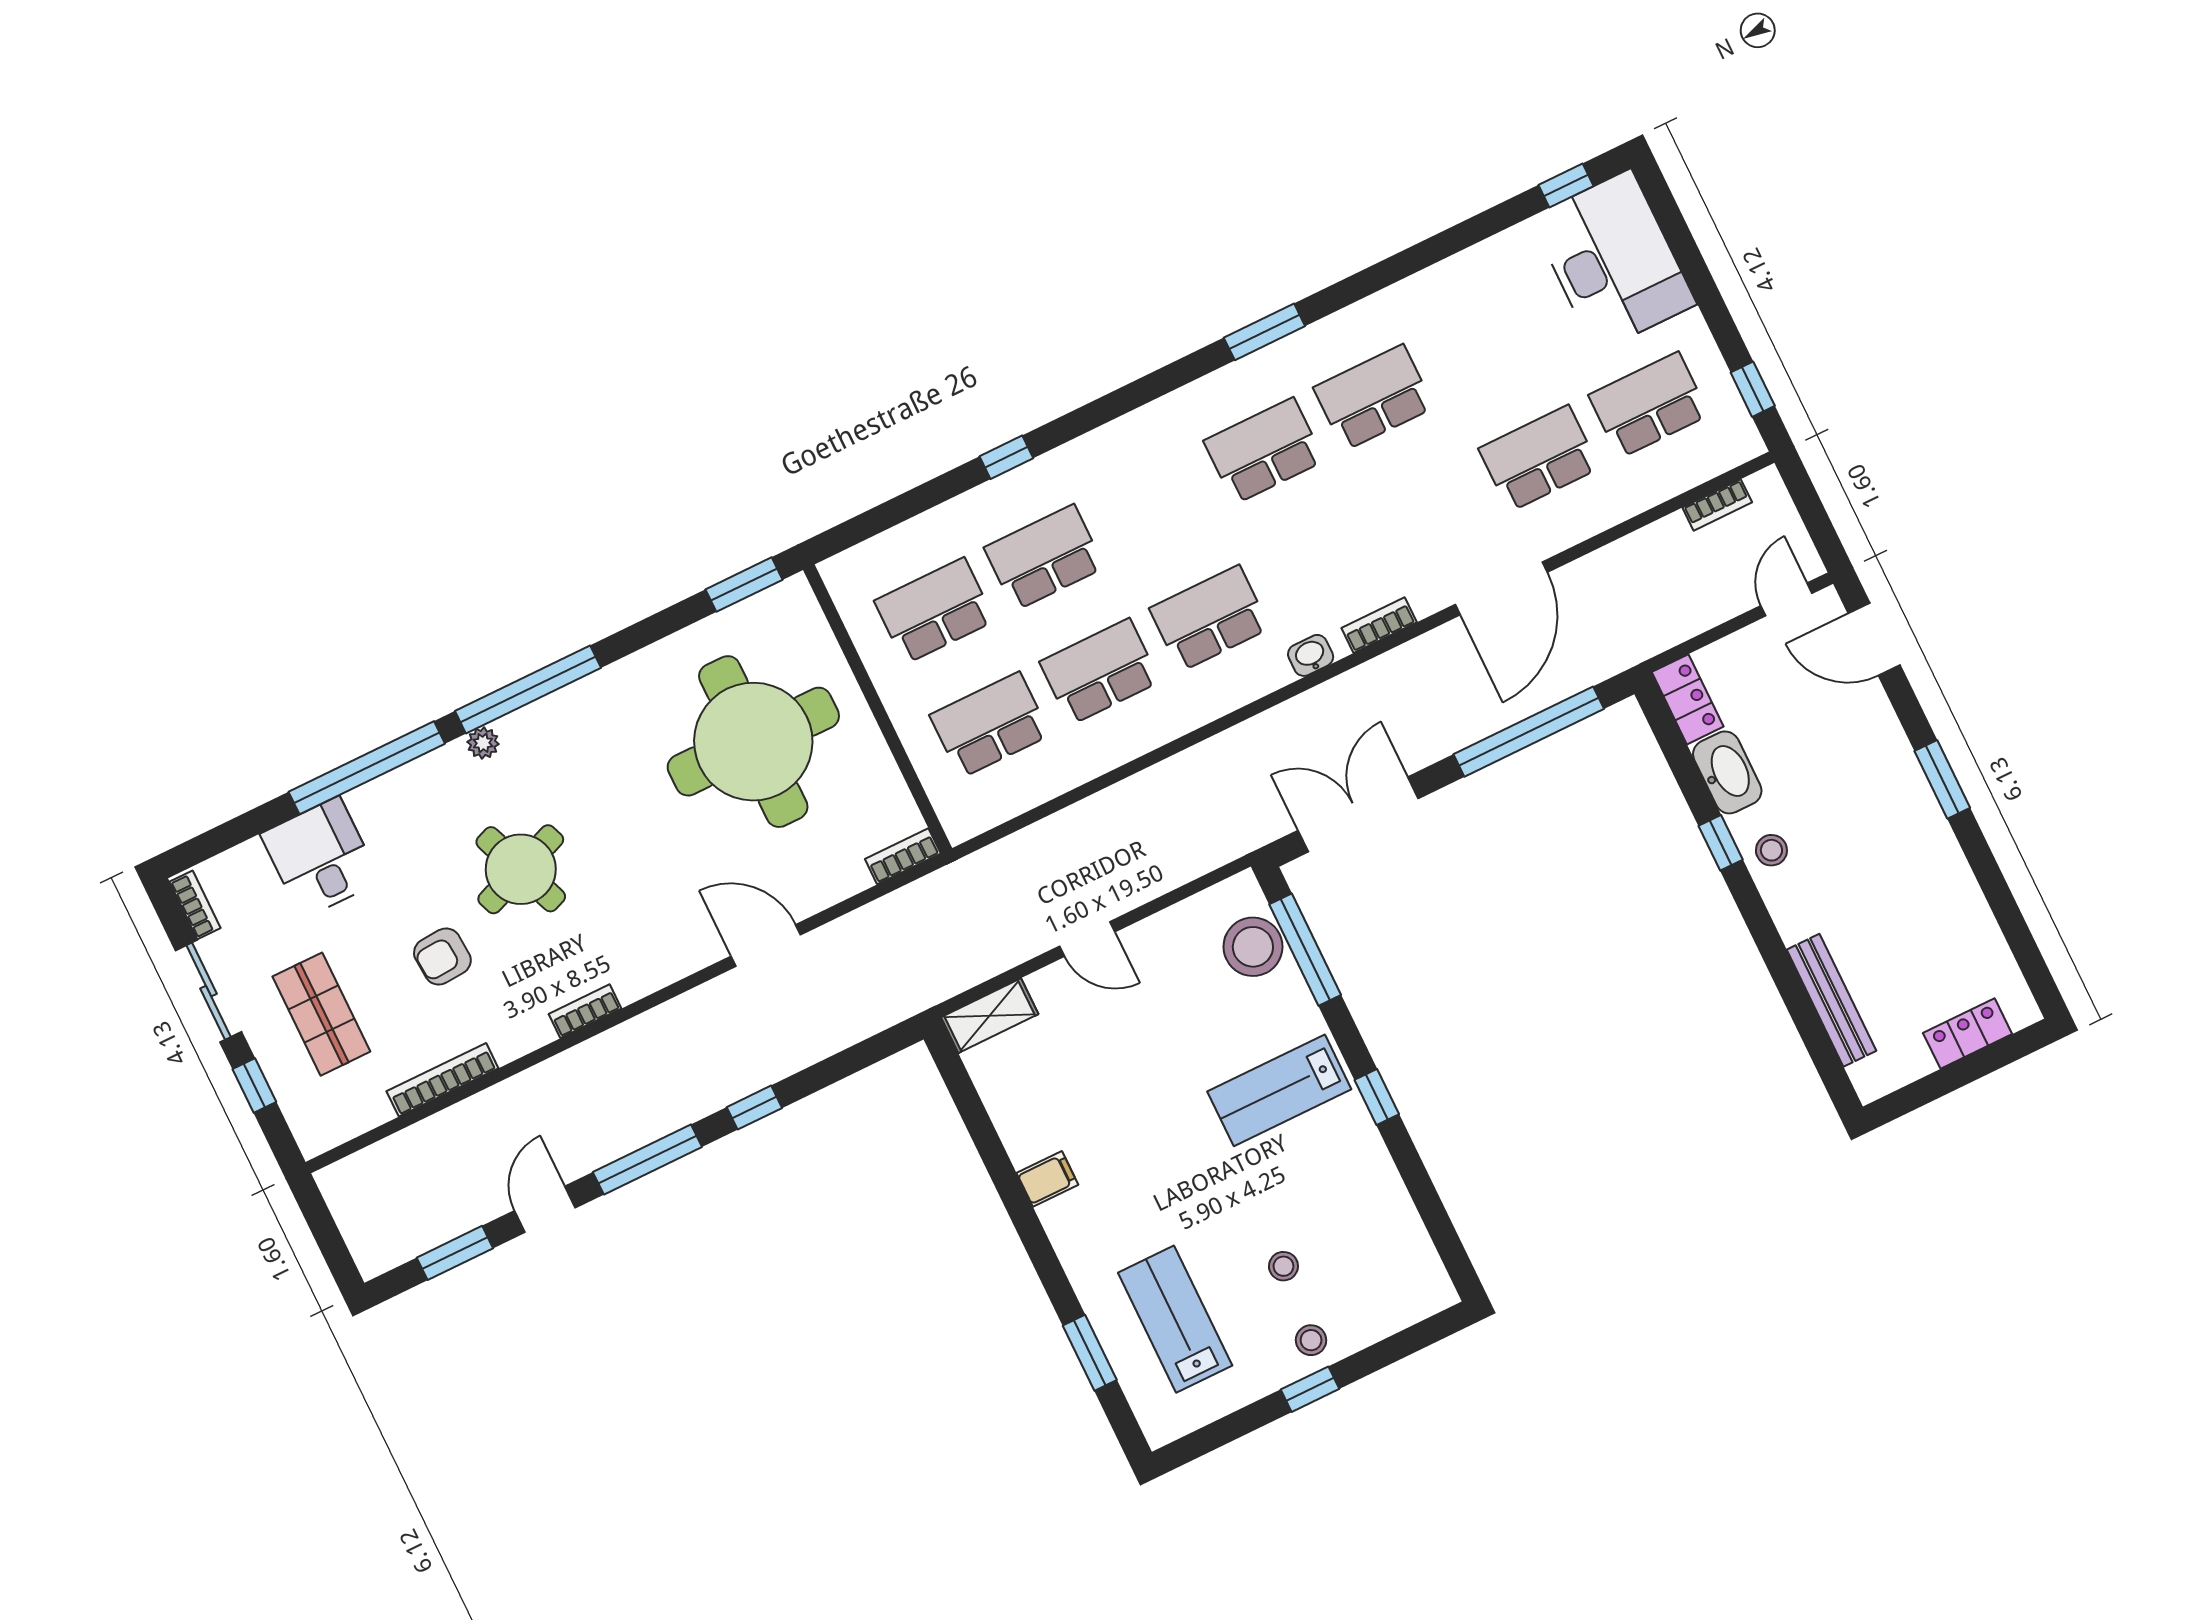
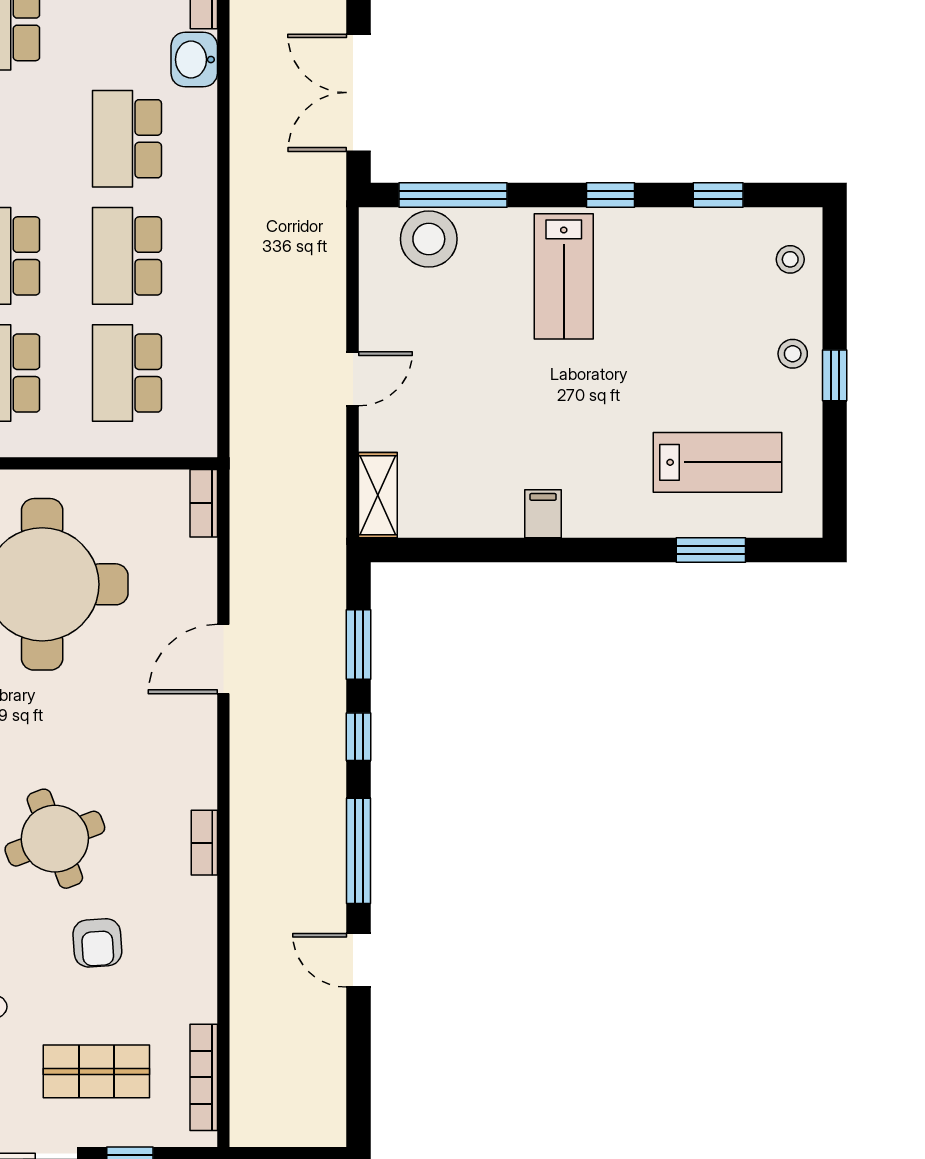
washbasin: (1311, 655) -> (194, 60), width x1.38, depth x1.45
bookcase: (442, 1080) -> (204, 1077), moved
window: (1426, 1198) -> (718, 195), added
window: (455, 1253) -> (359, 645), moved
stool: (1283, 1266) -> (790, 259), moved
lab bench: (1175, 1319) -> (718, 462), turned 180

